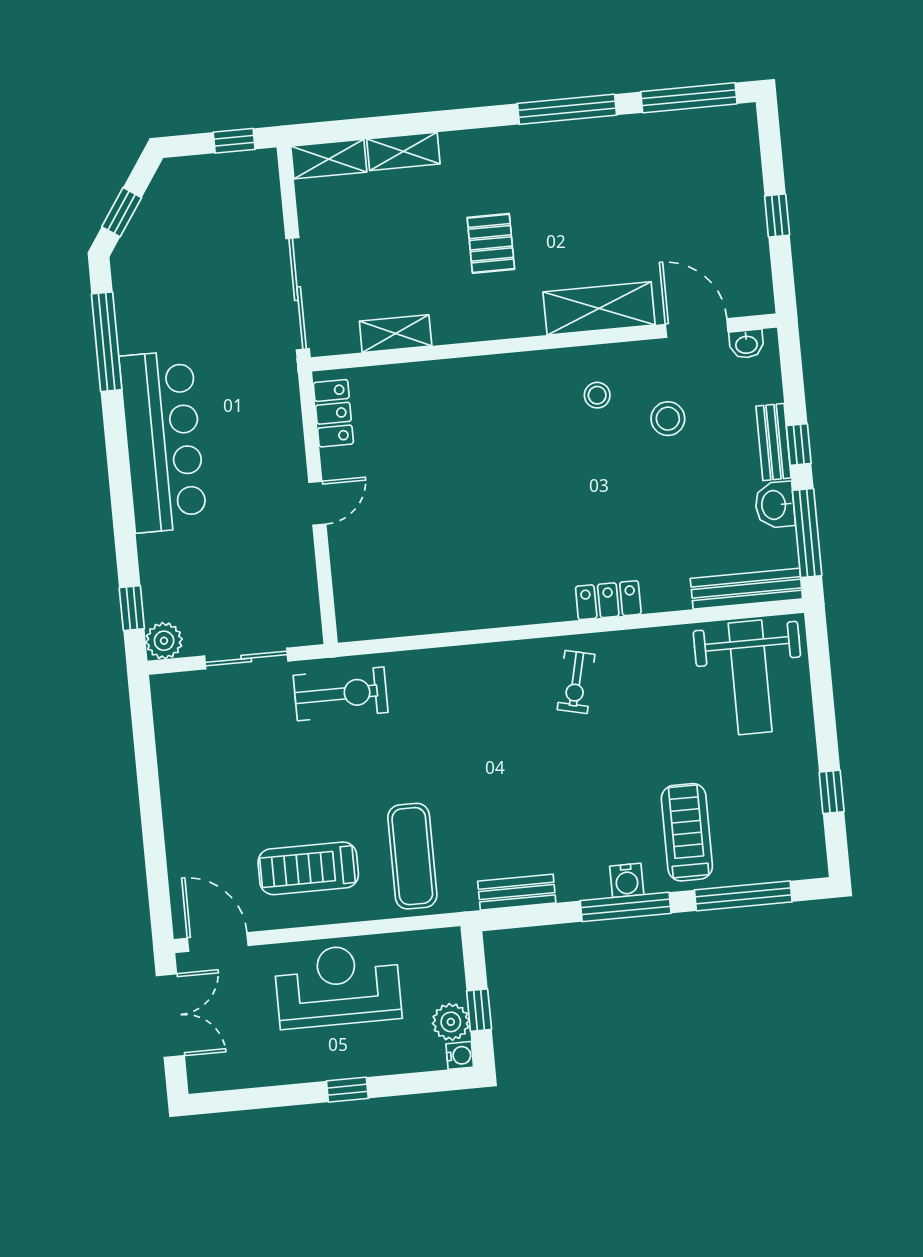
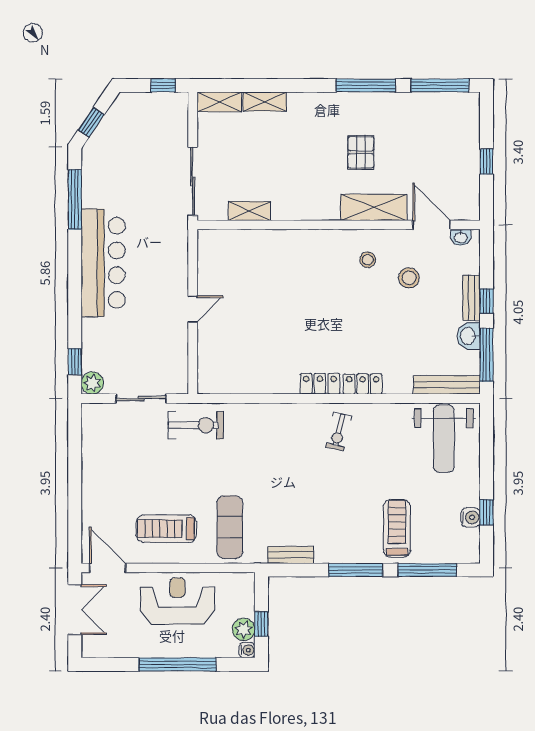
pallet: (491, 243) -> (361, 152), moved
locker: (333, 413) -> (320, 384), moved, turned -90
water cooler: (627, 880) -> (470, 517), moved, turned -90
window: (347, 1090) -> (177, 664), width x3.17

